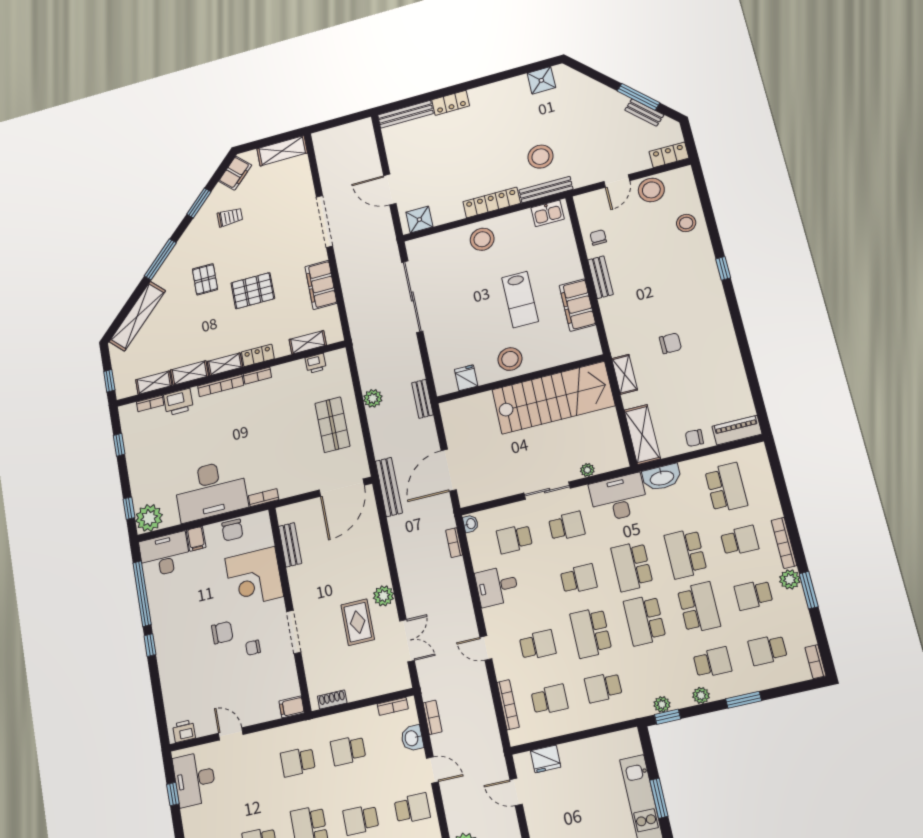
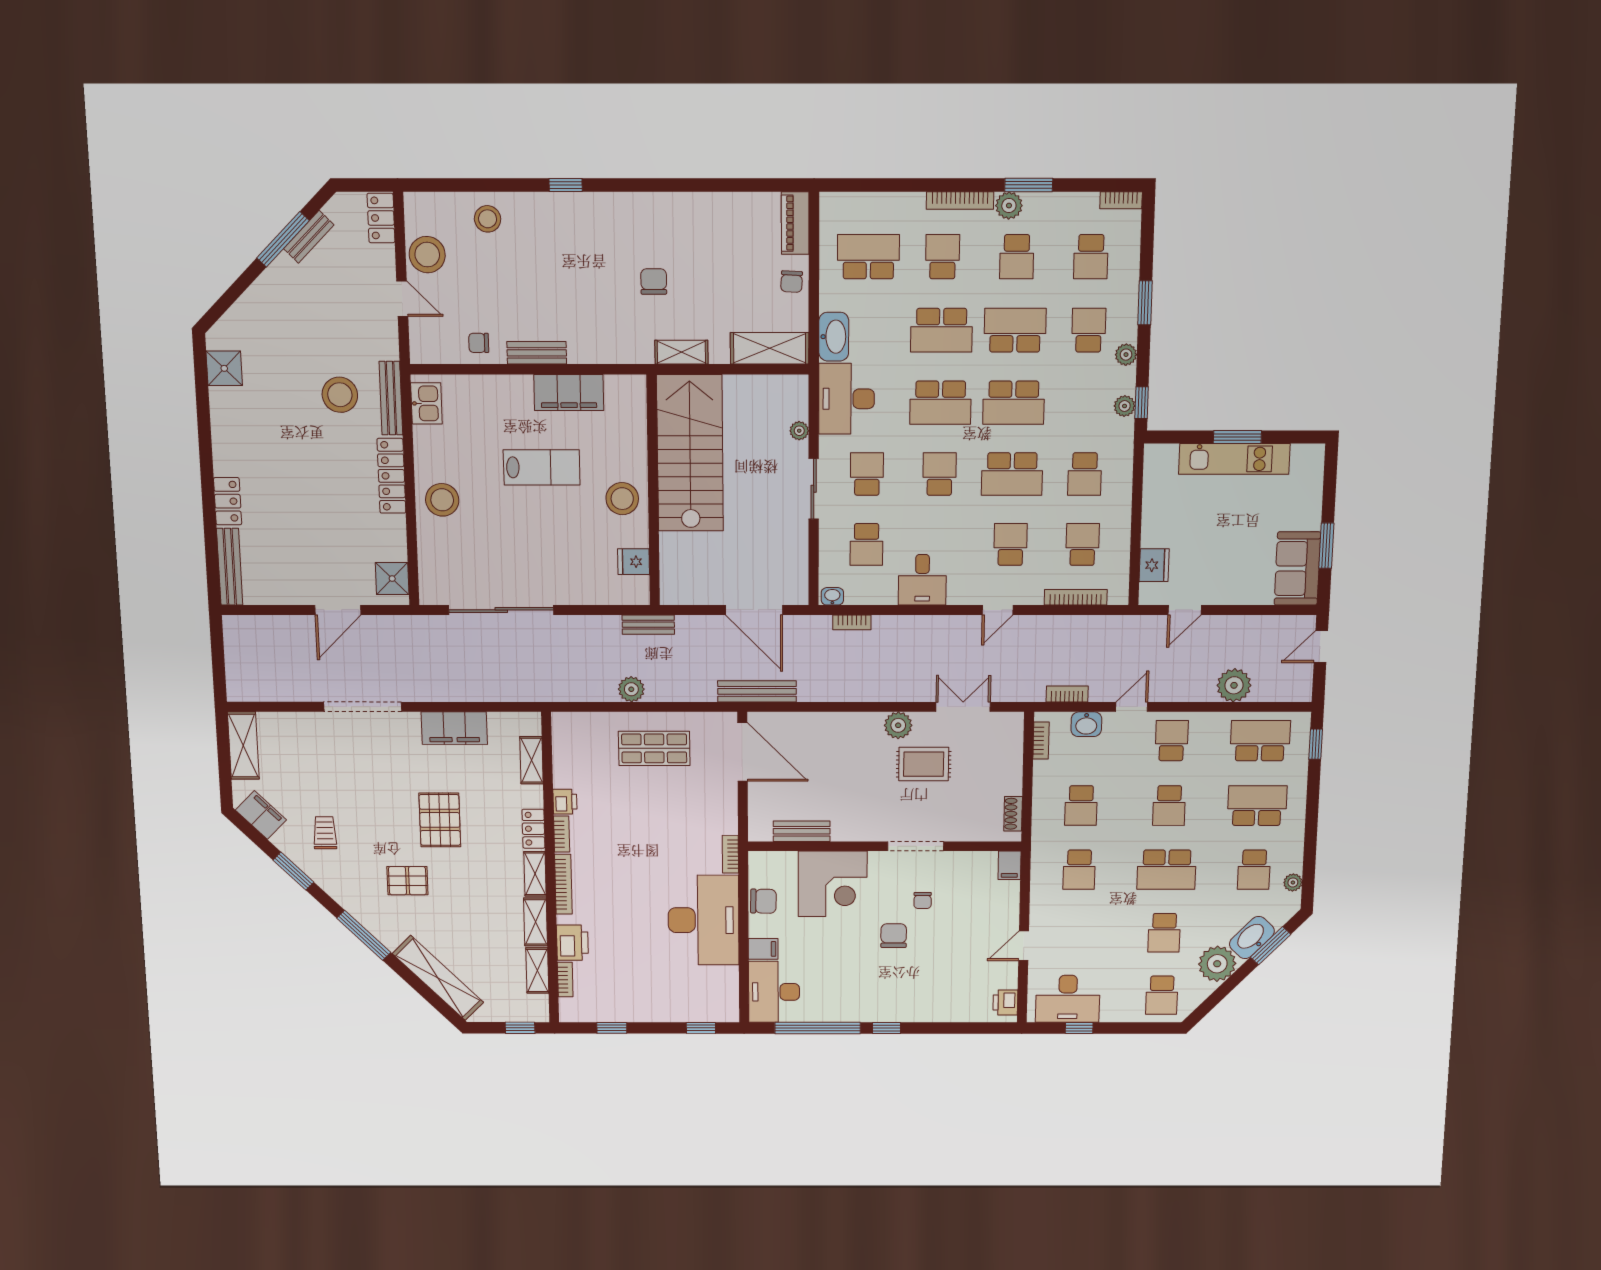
printer: (316, 363) -> (565, 802), moved
plant: (149, 518) -> (720, 1004), removed

